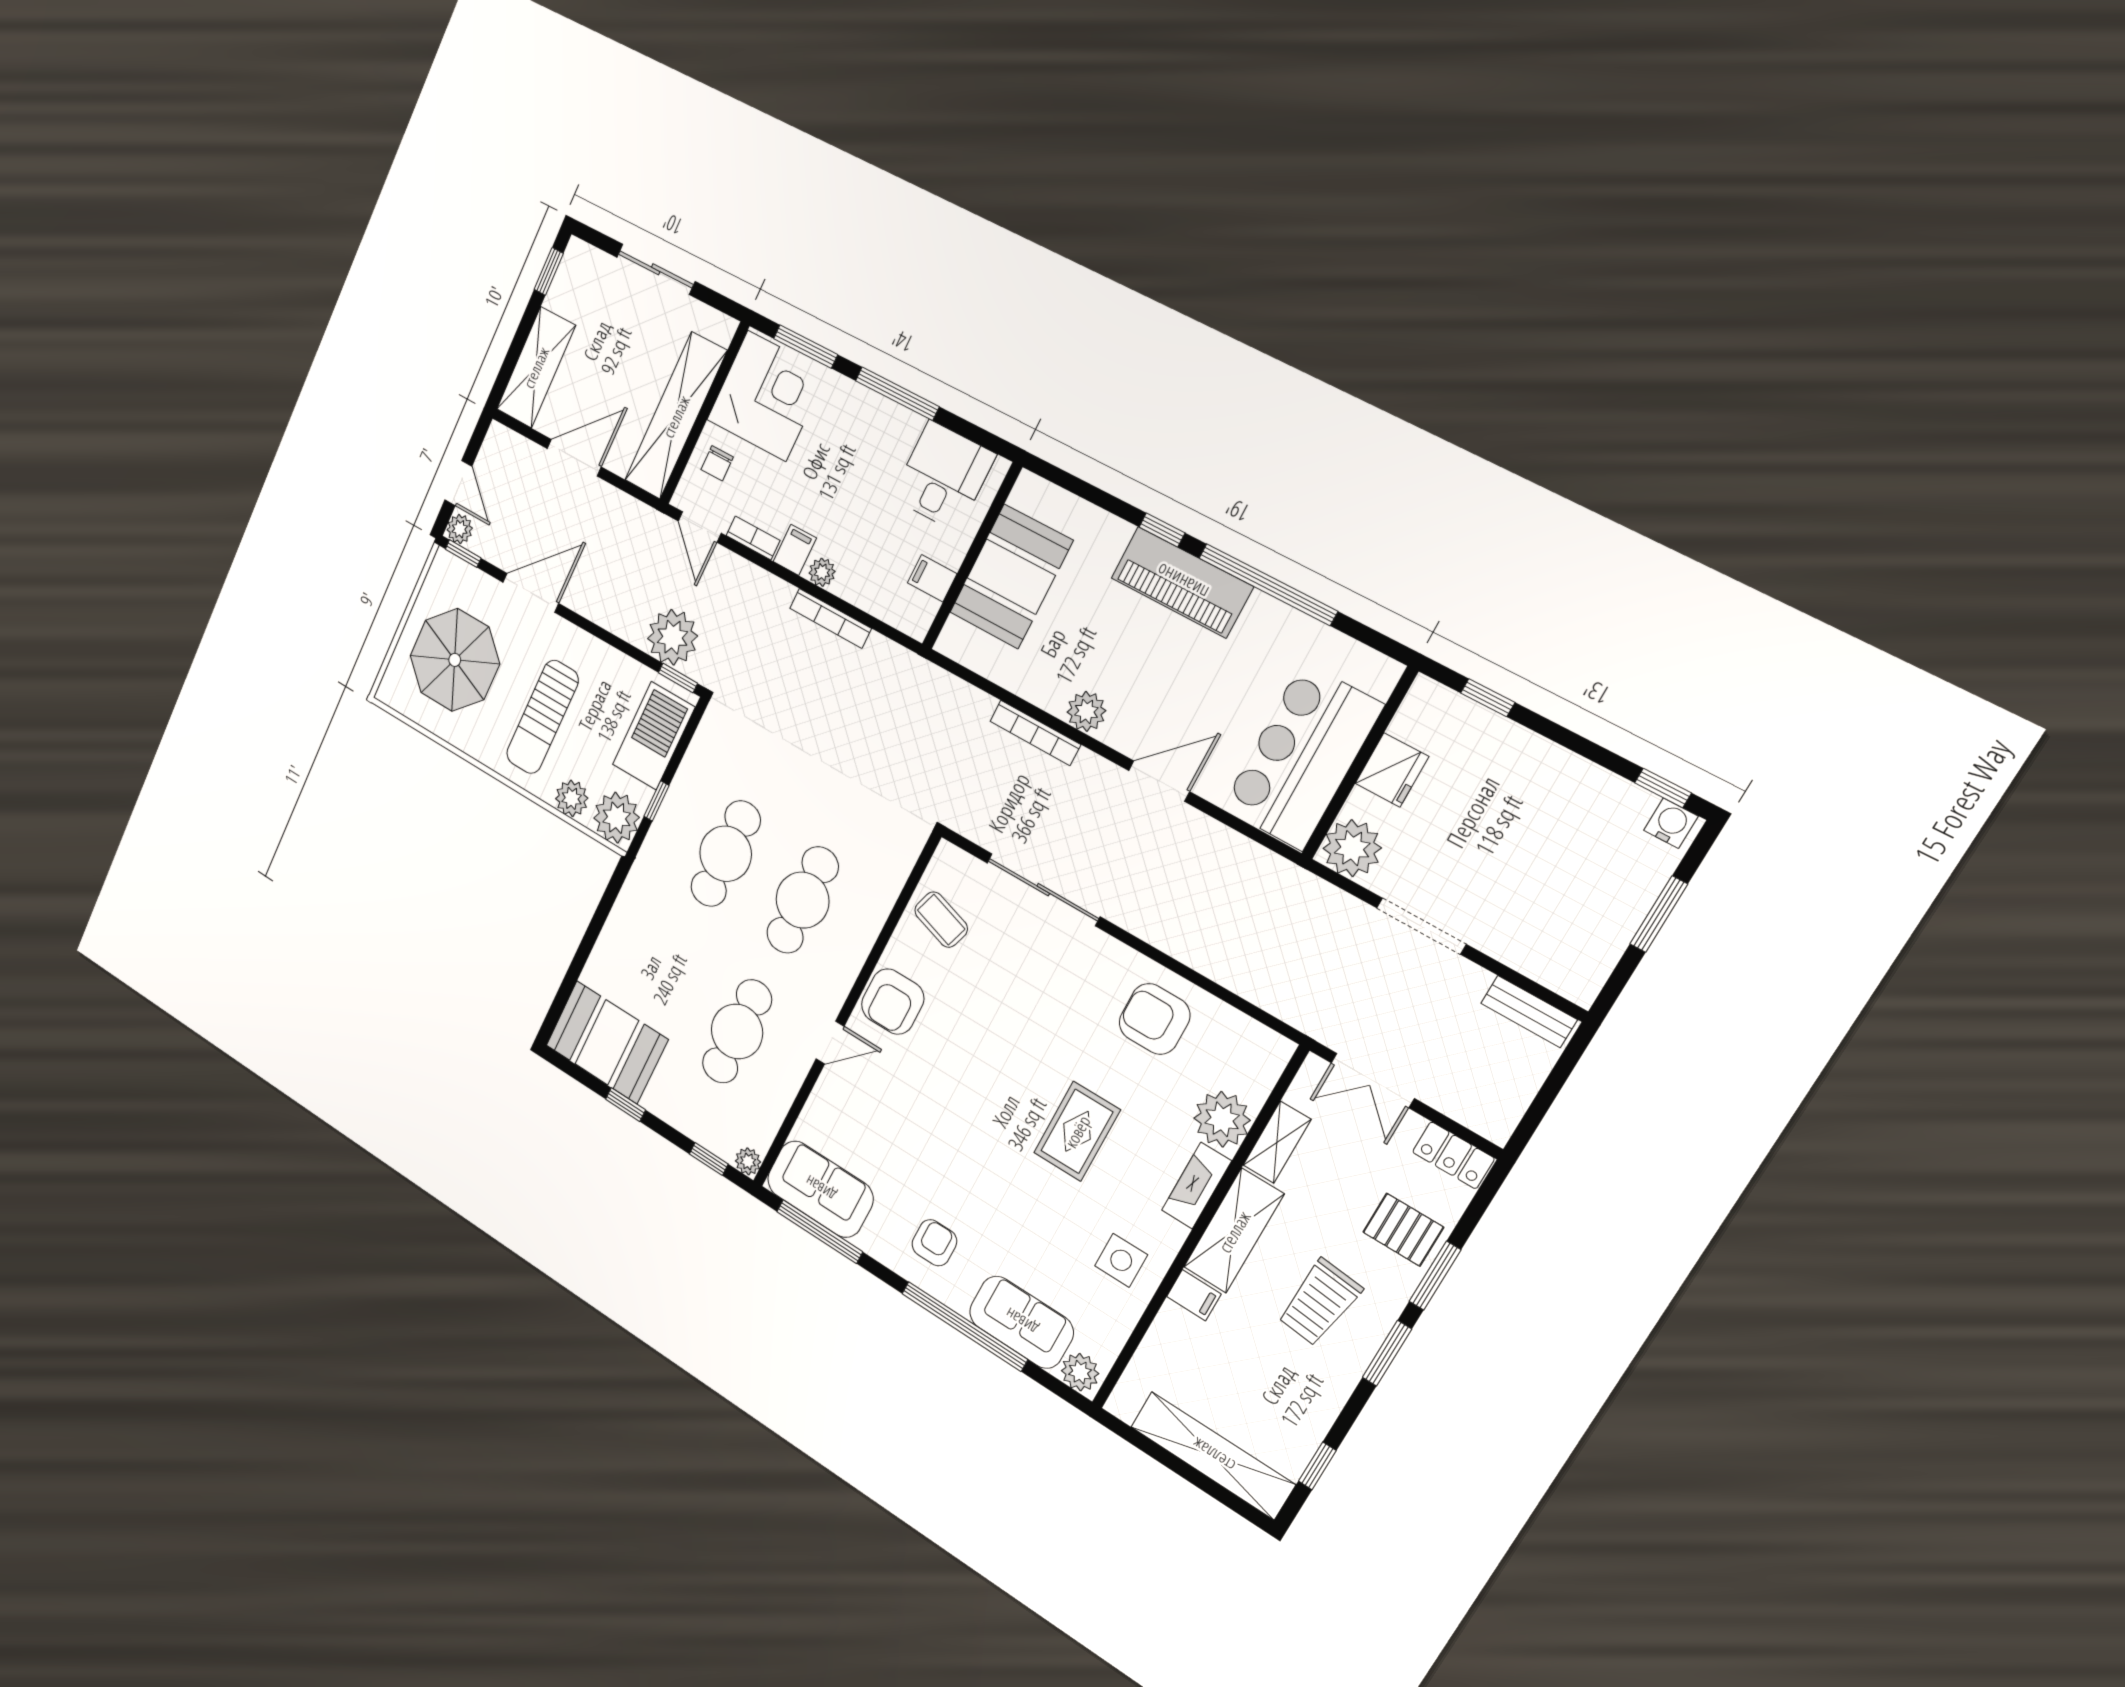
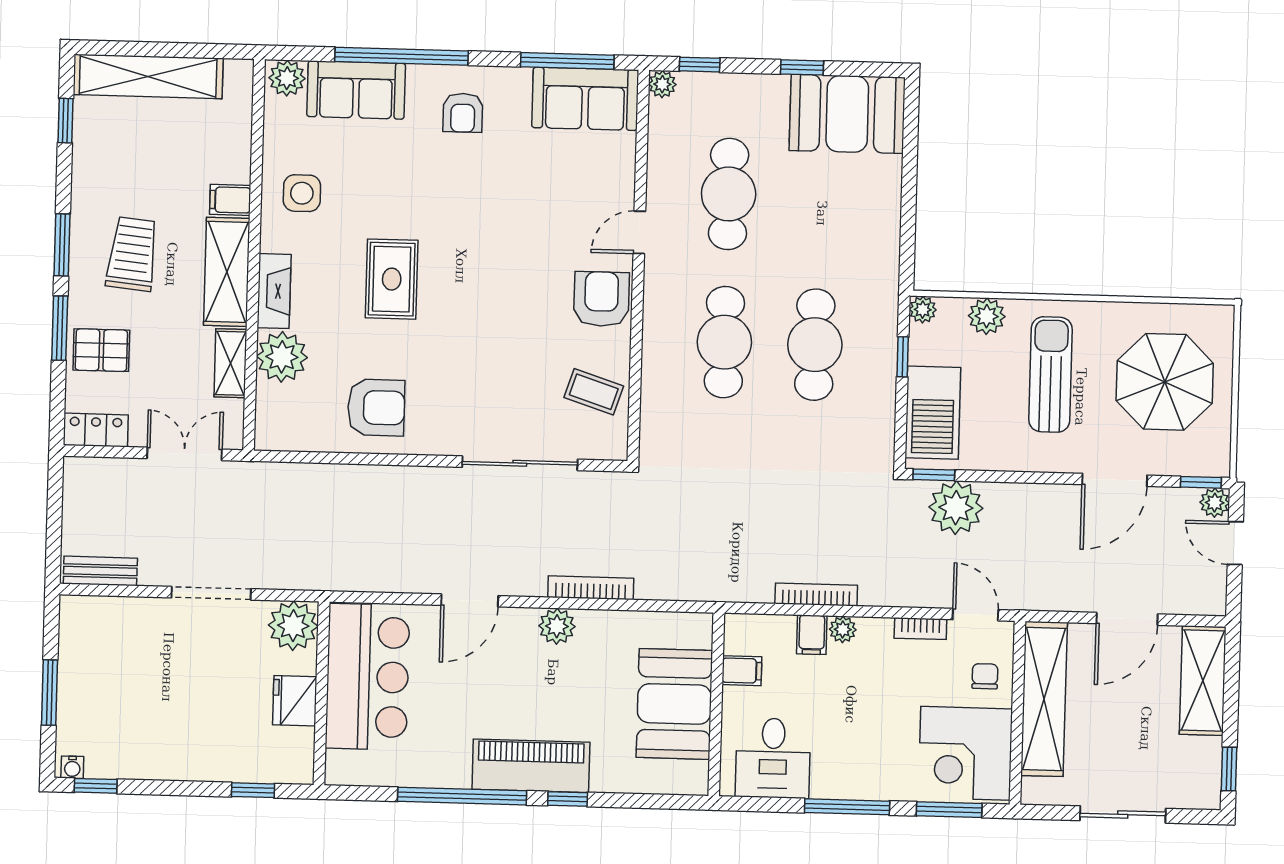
filing cabinet: (795, 550) -> (812, 635), moved
plant: (617, 818) -> (923, 310), width x0.53, depth x0.53
water cooler: (1671, 823) -> (72, 767), width x0.72, depth x0.72

